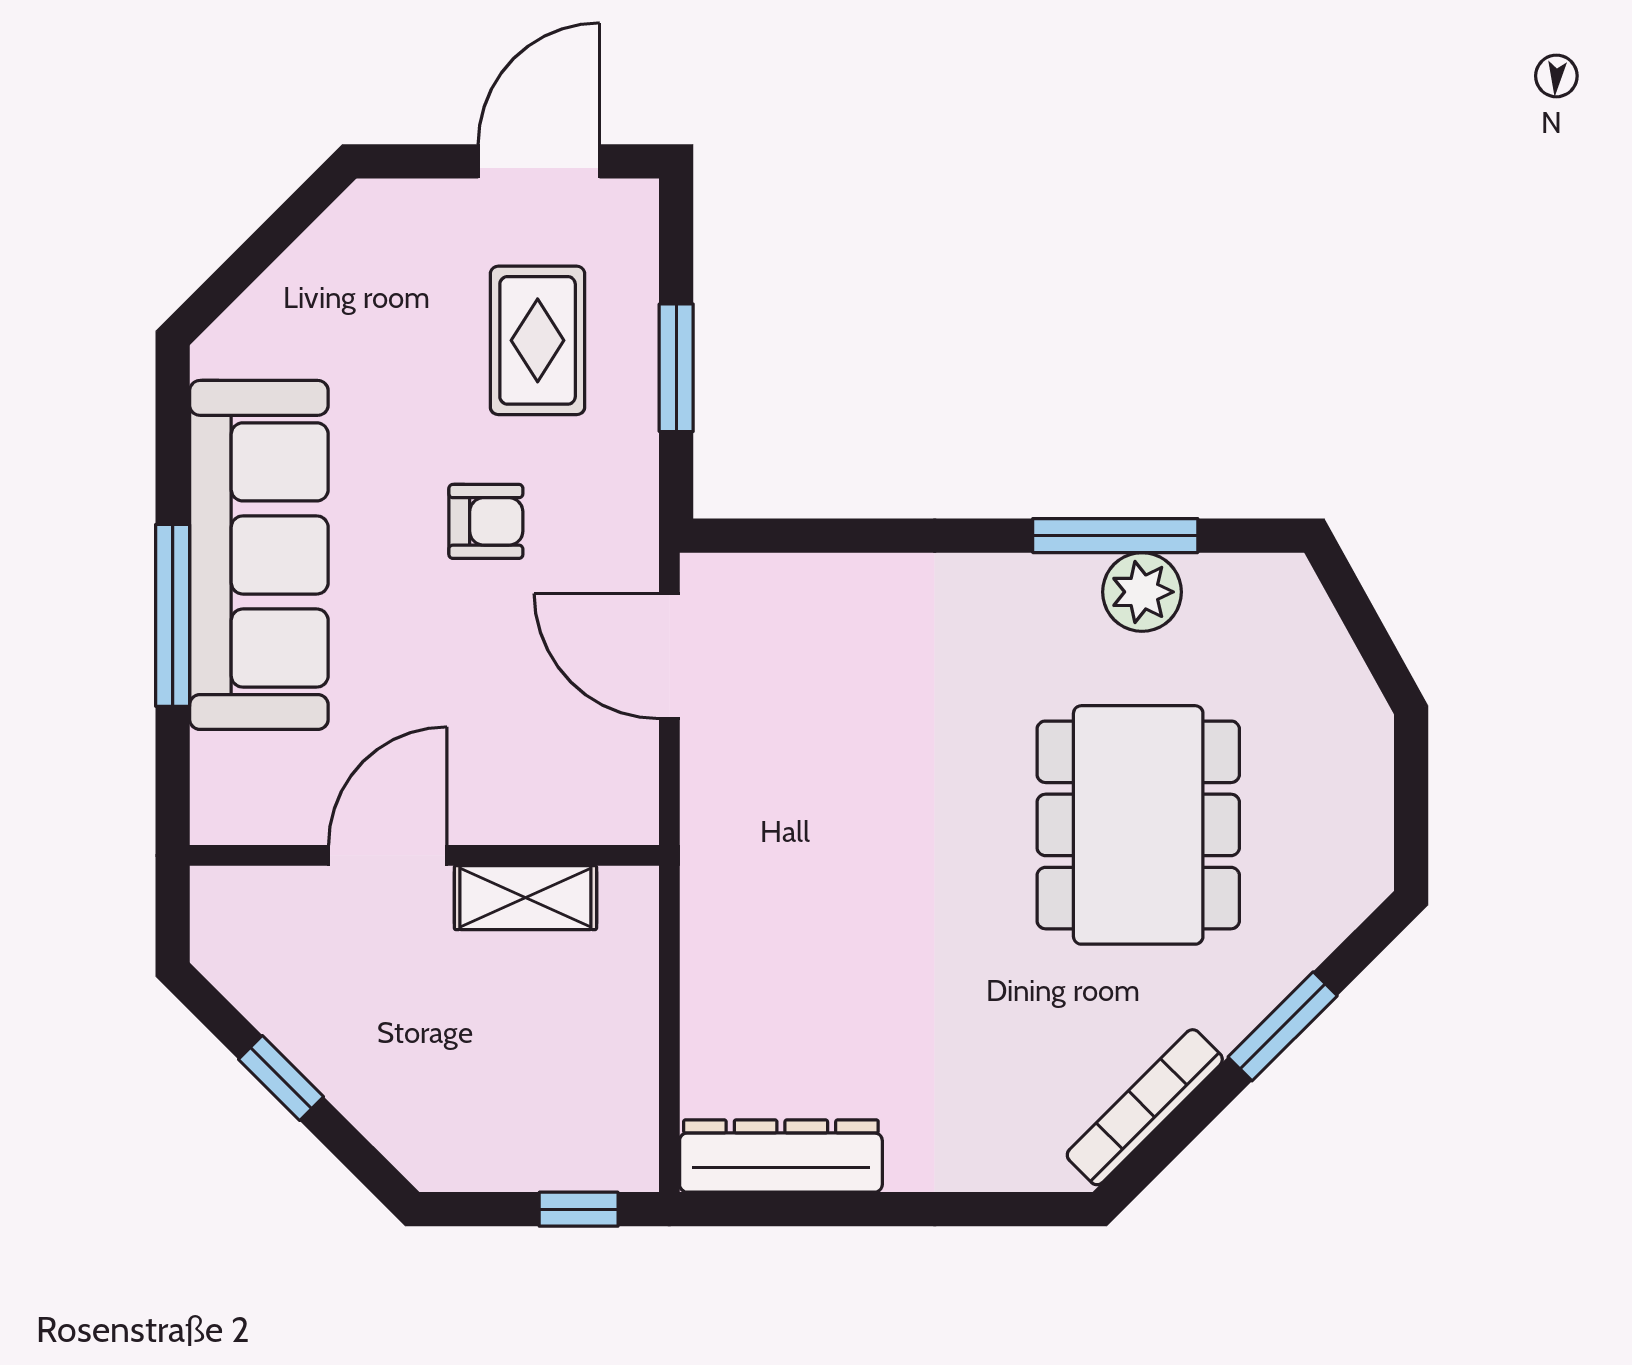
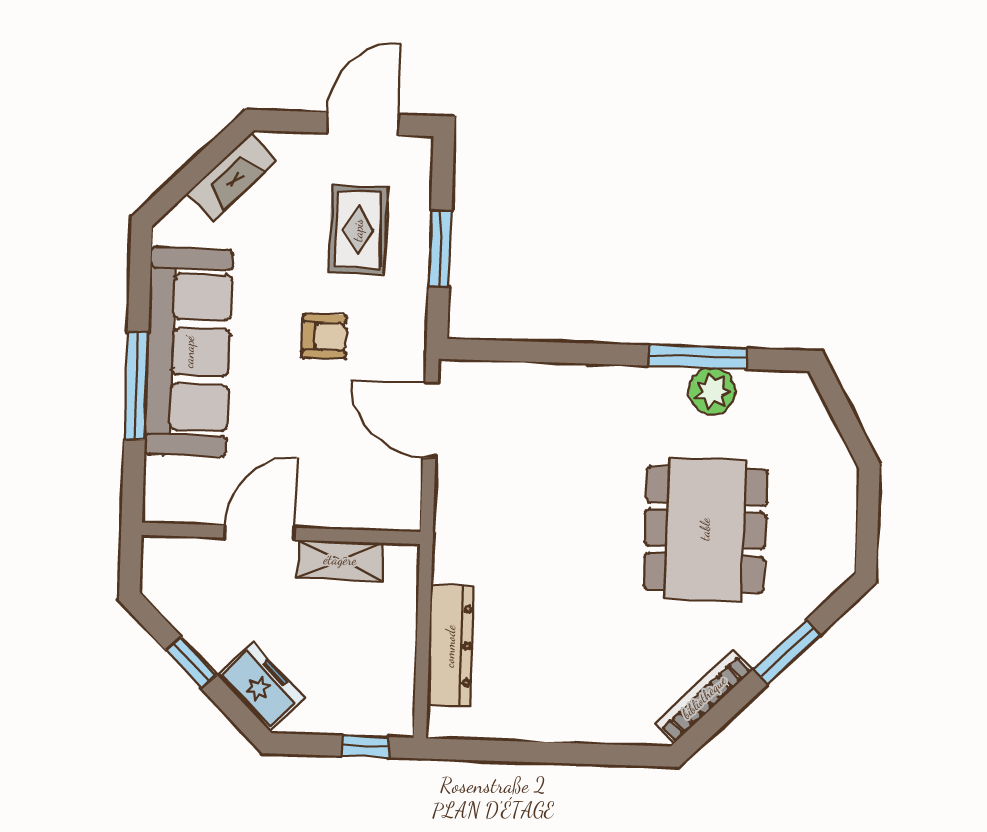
fireplace: (321, 258) -> (232, 177), added
freezer: (399, 1114) -> (261, 686), added
dresser: (781, 1156) -> (450, 646), moved, turned 90

